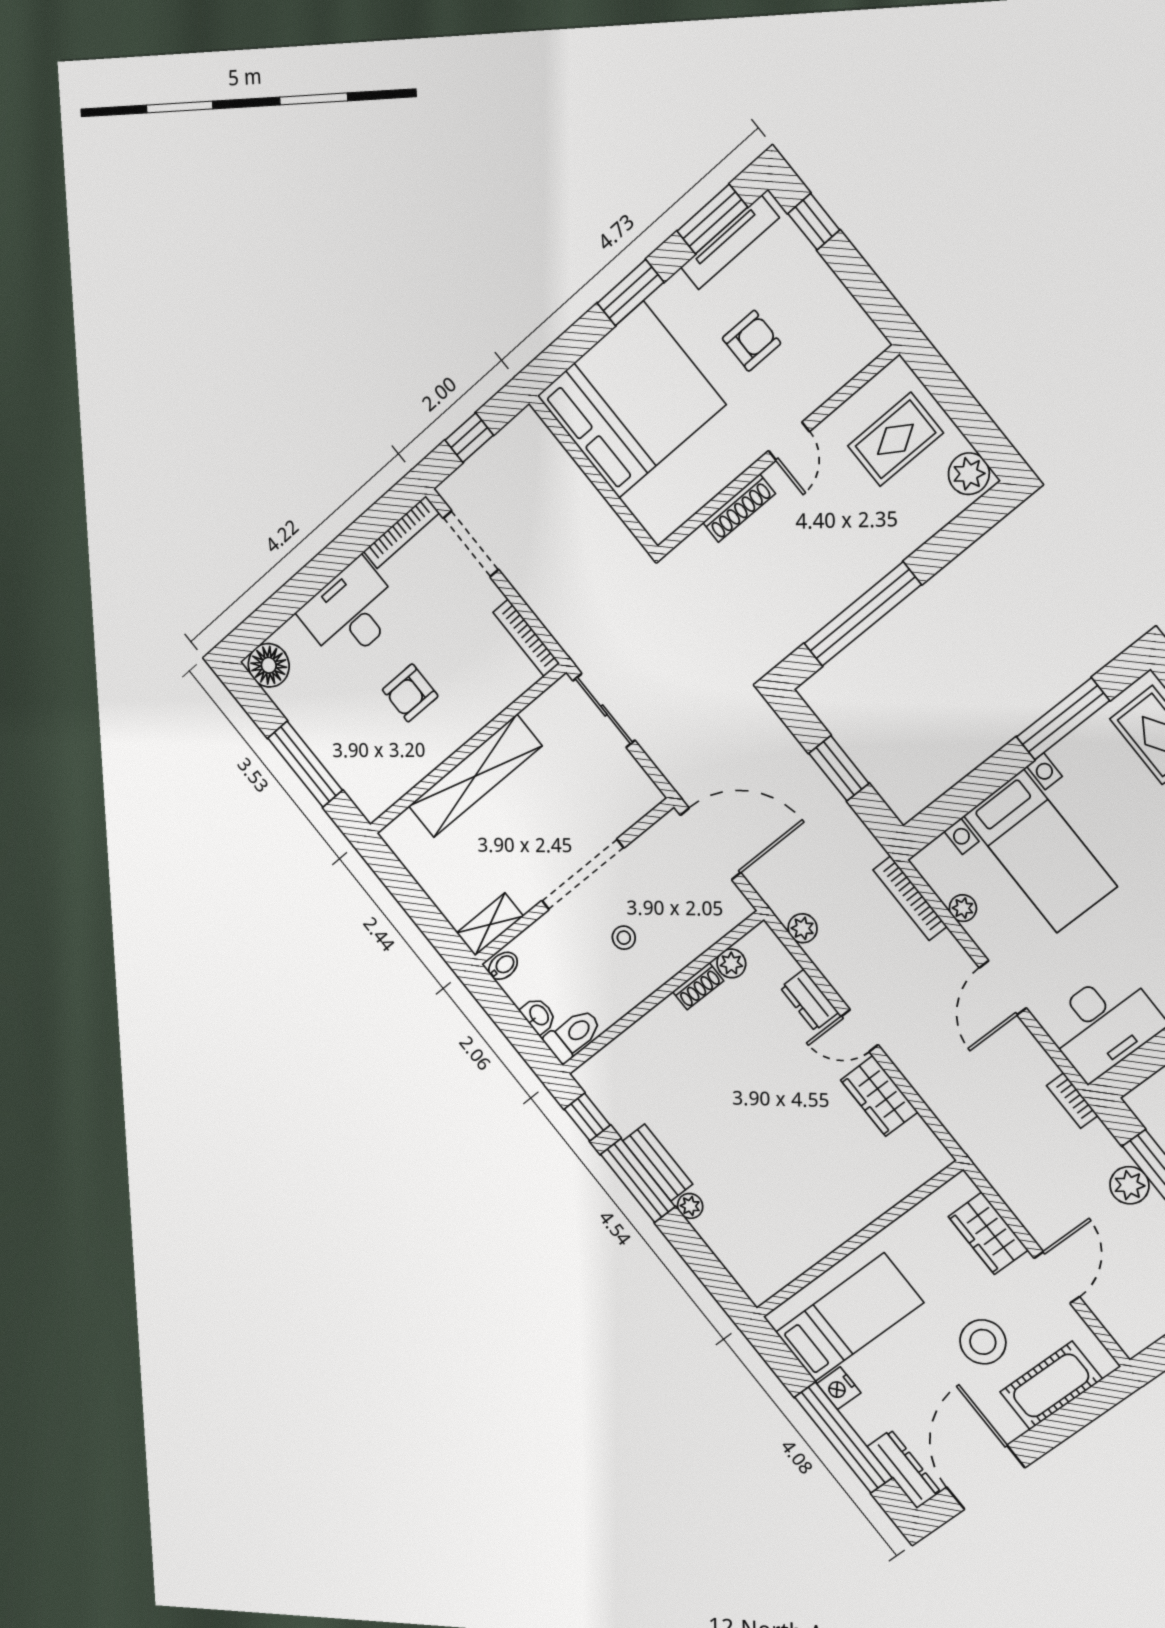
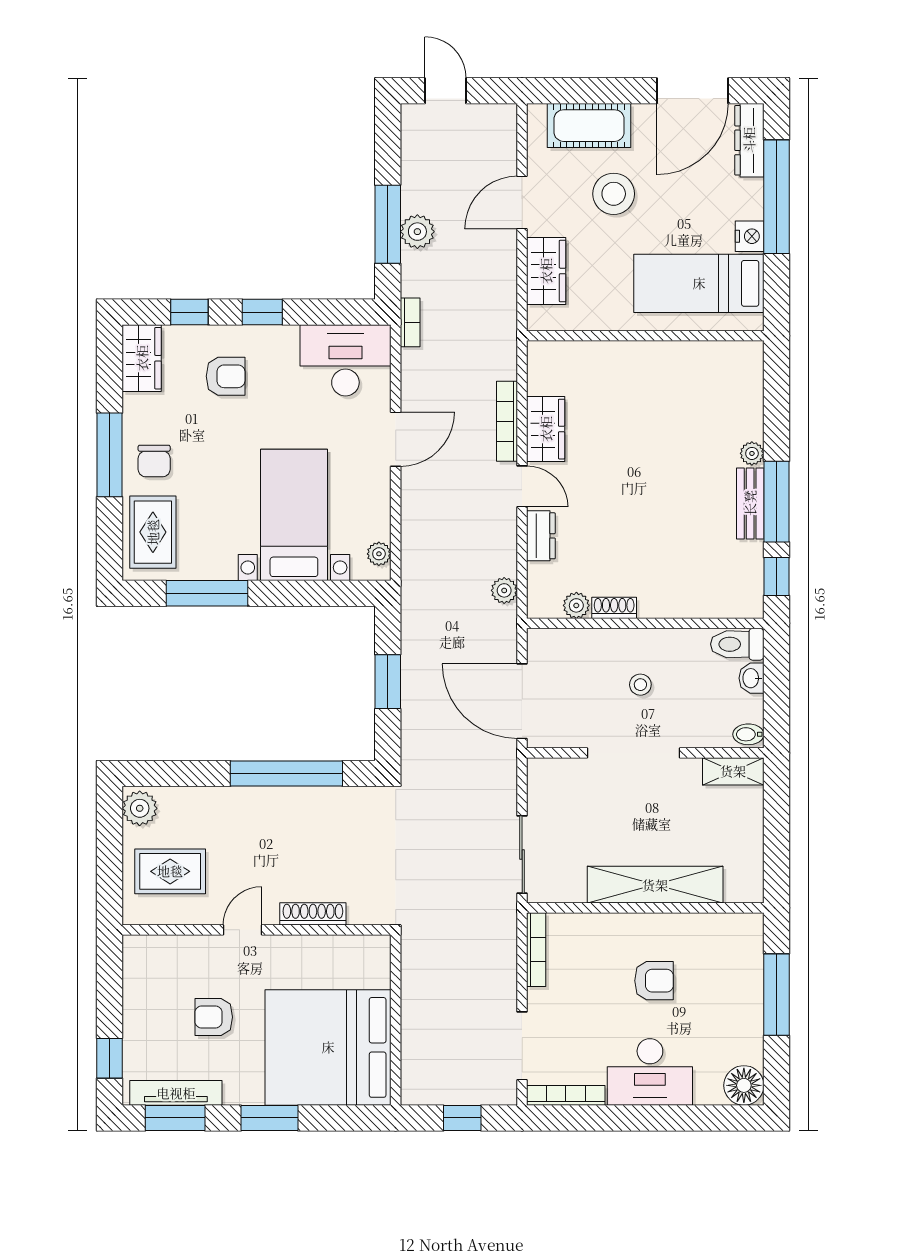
bookcase: (910, 898) -> (507, 421), moved, turned 180
plant: (963, 908) -> (379, 554), moved

